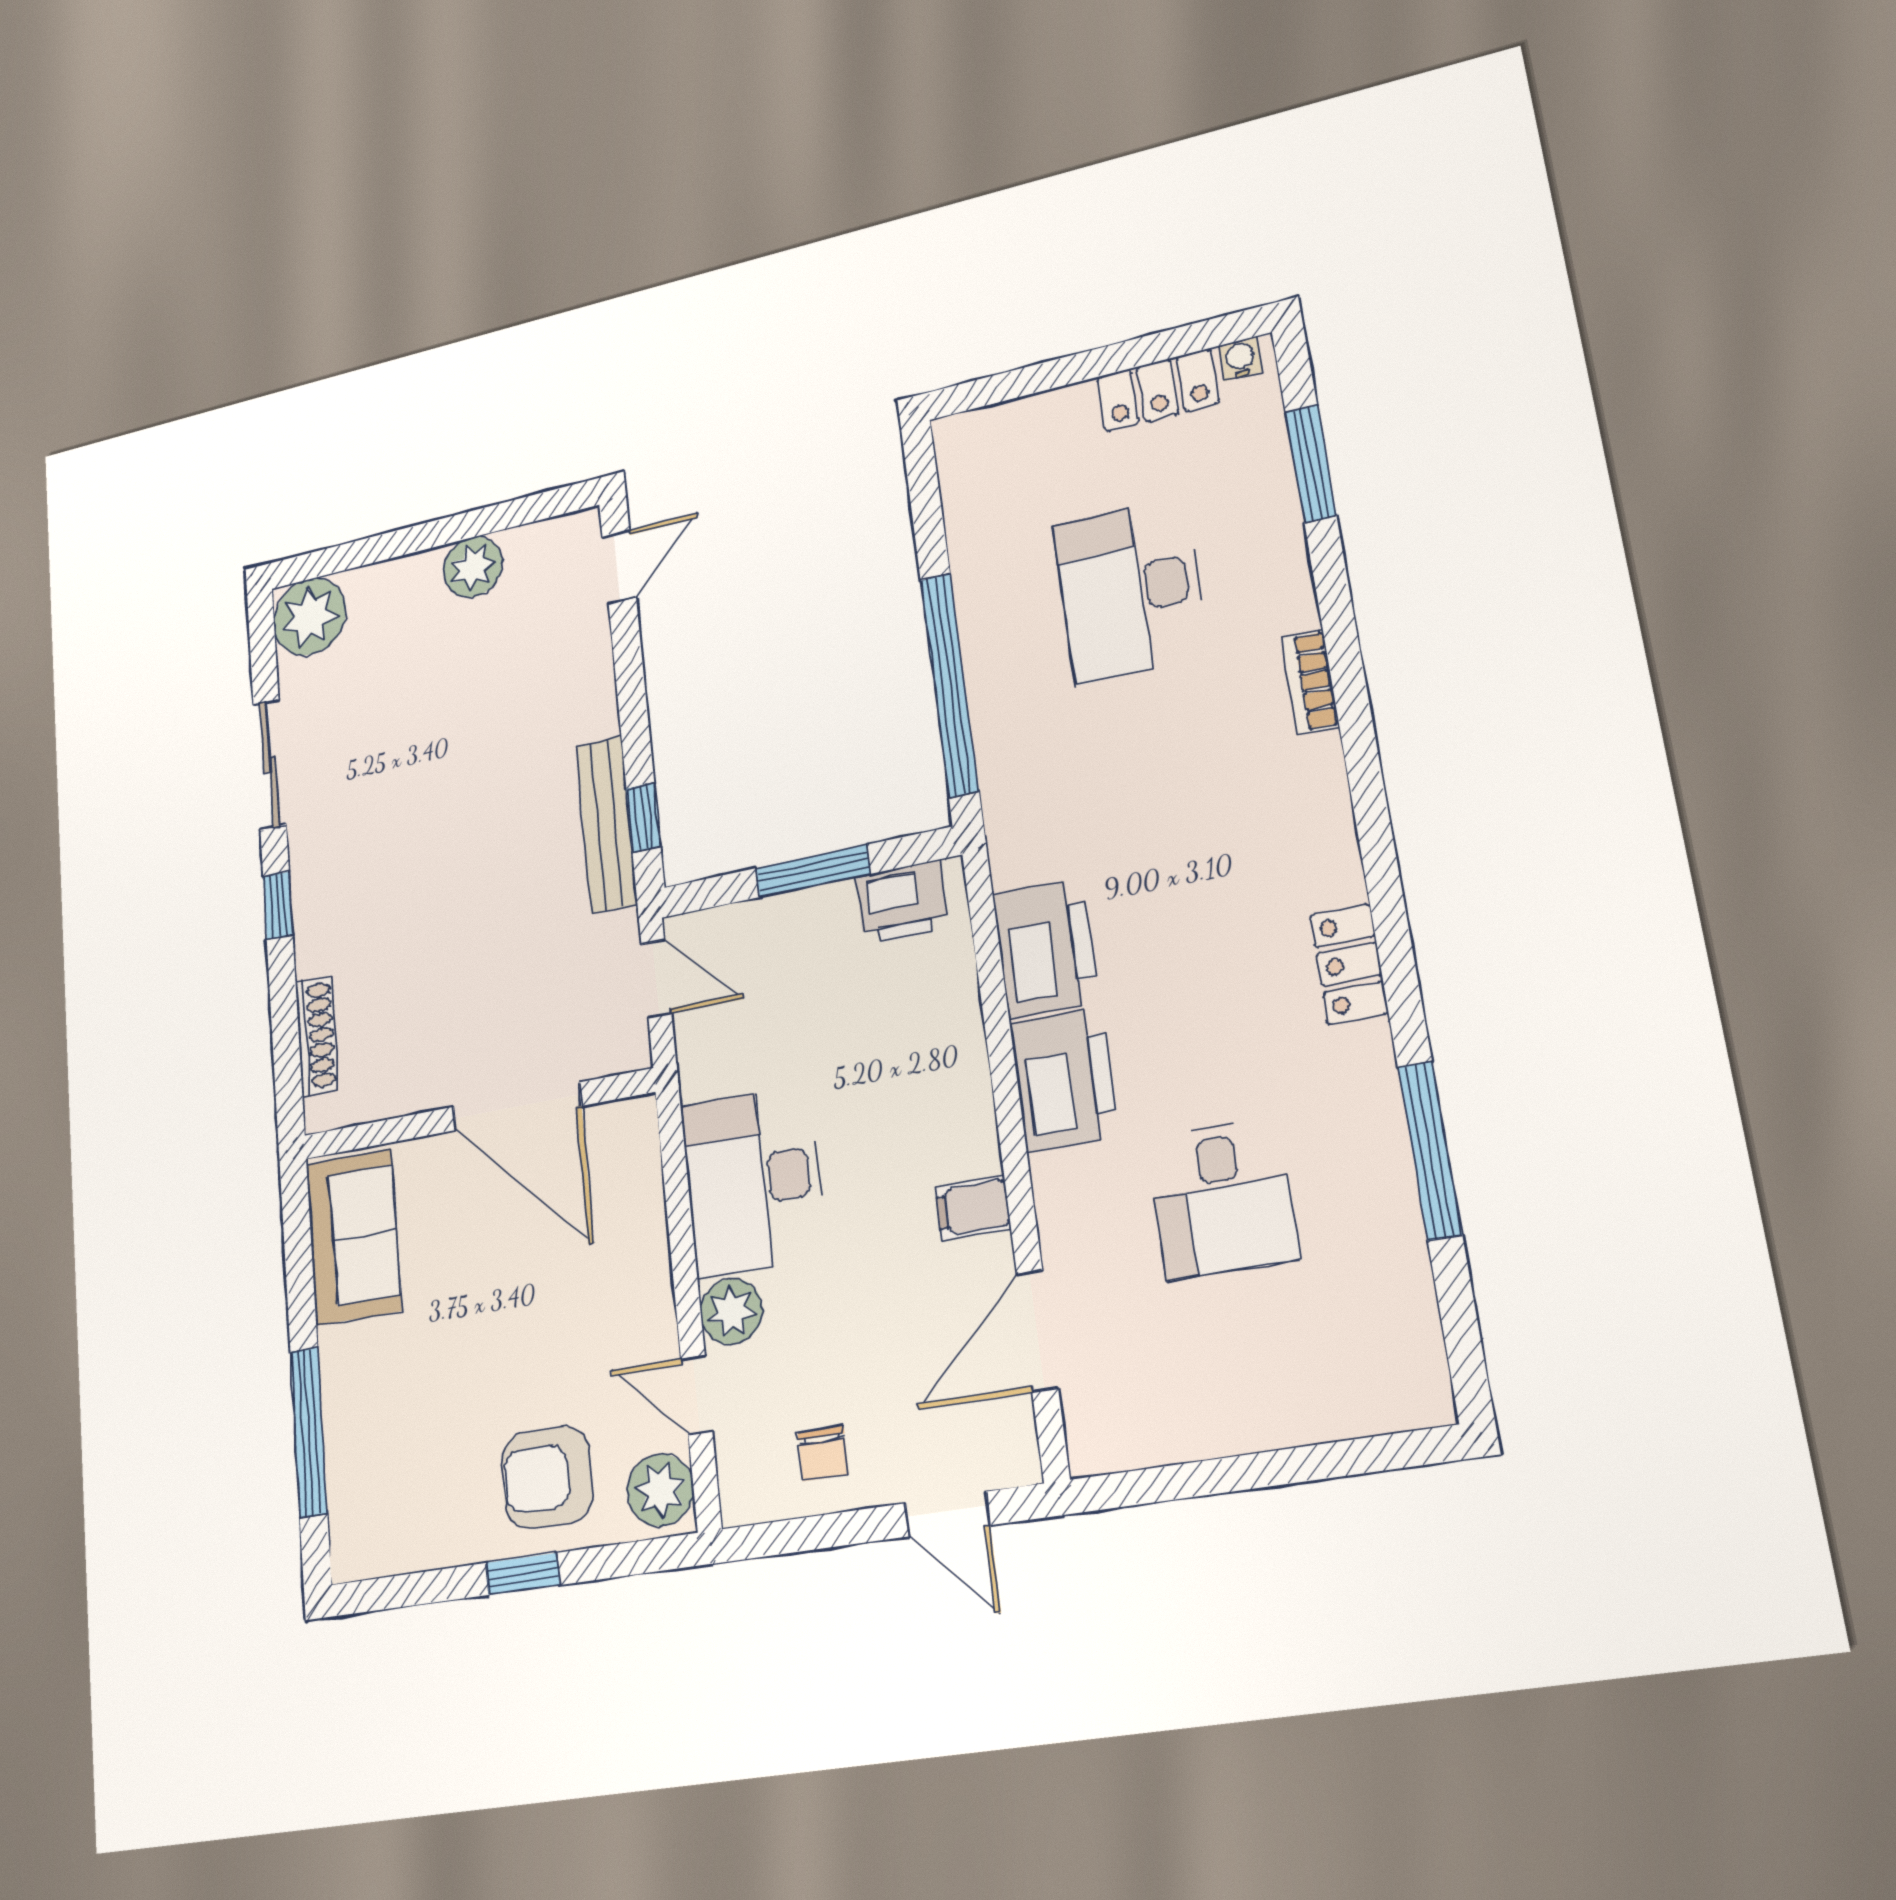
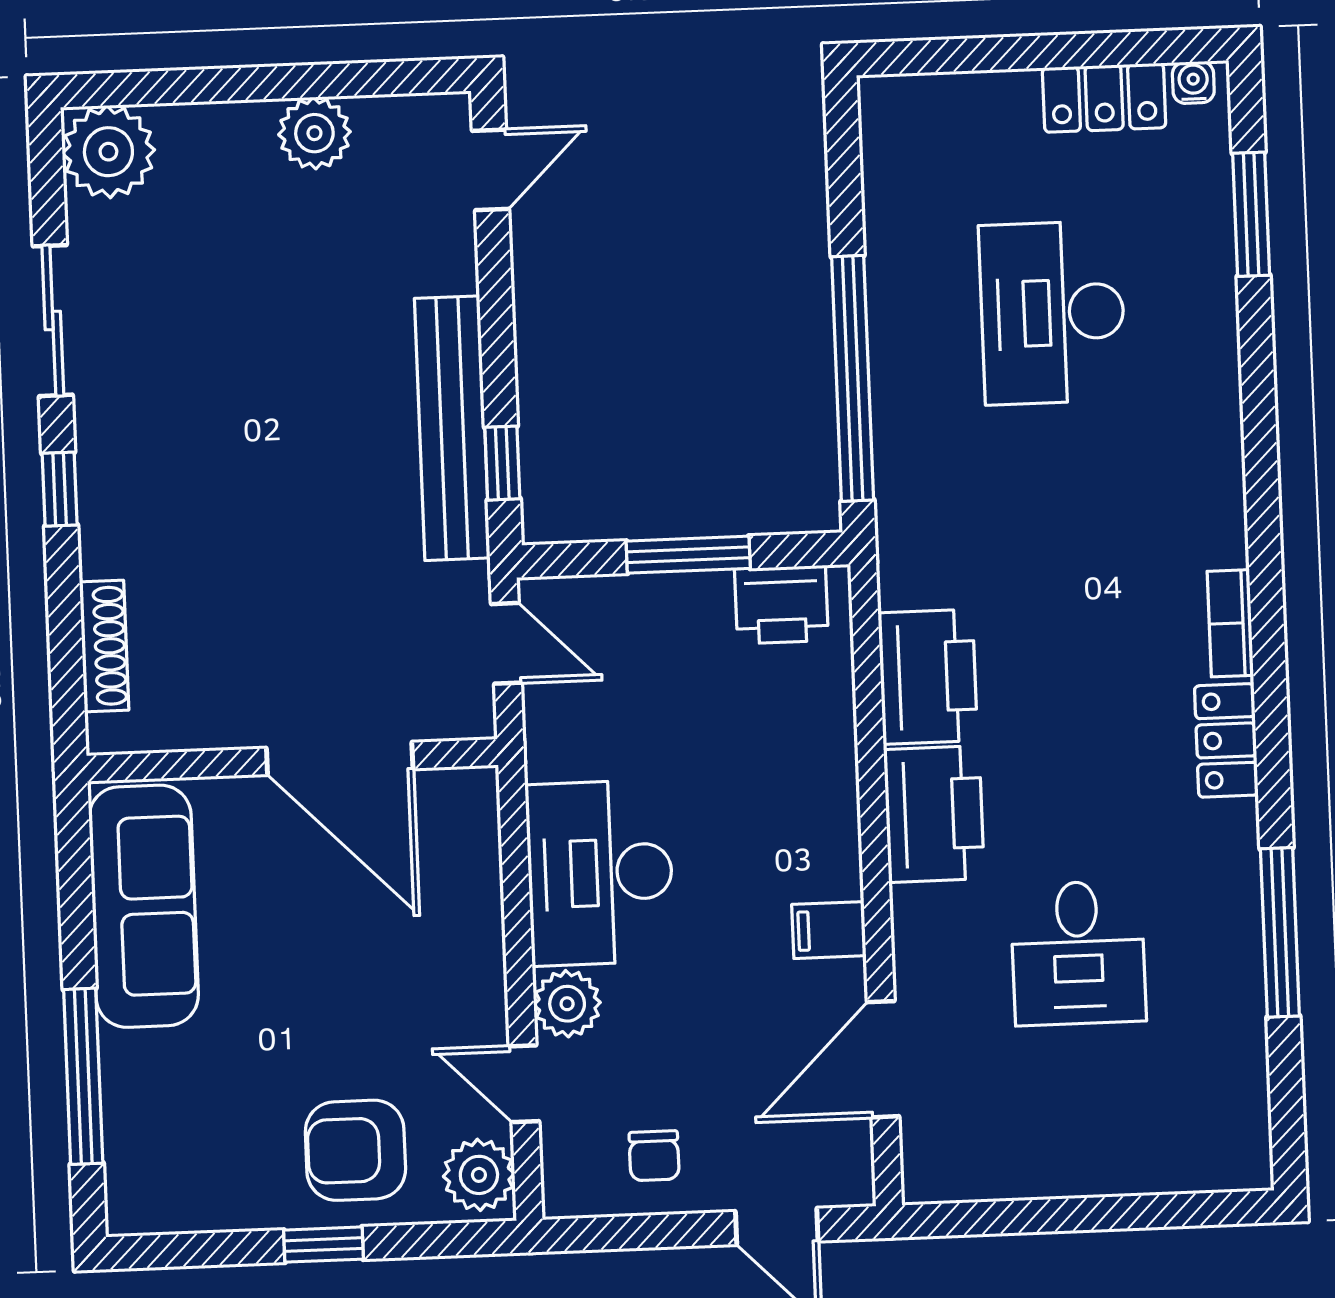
bookcase: (1310, 682) -> (1230, 623), moved
bench: (607, 824) -> (452, 428), width x1.37, depth x1.21
sofa: (354, 1237) -> (144, 906), width x1.36

